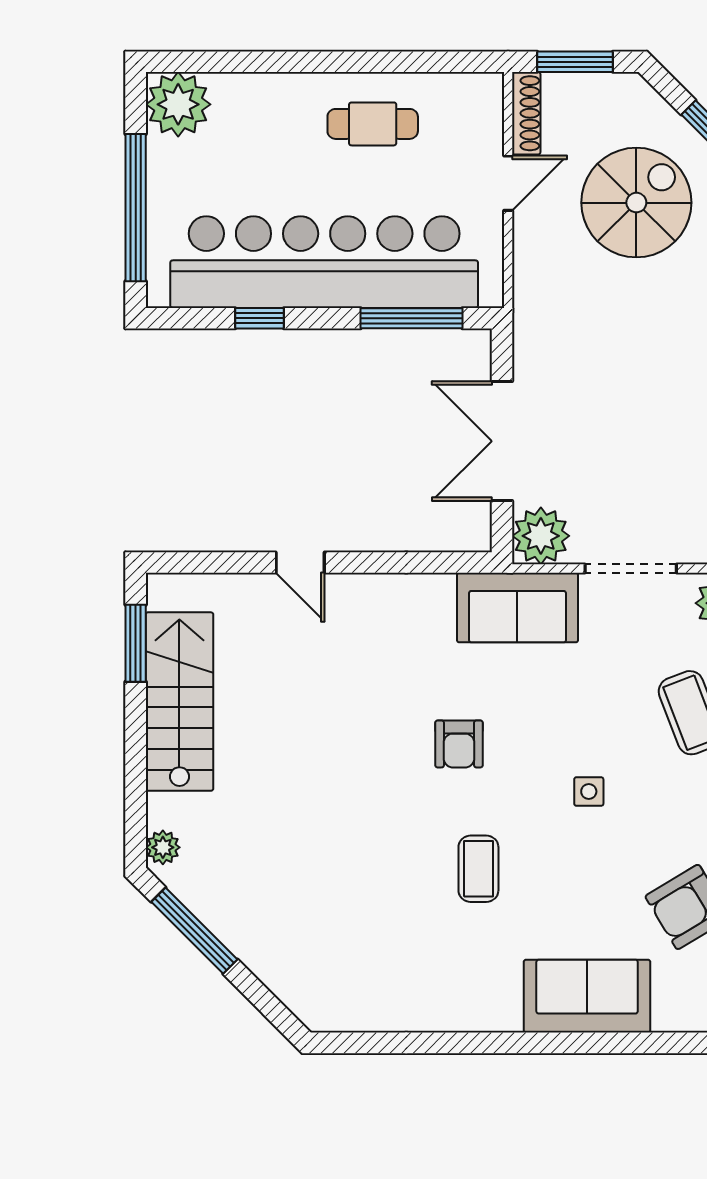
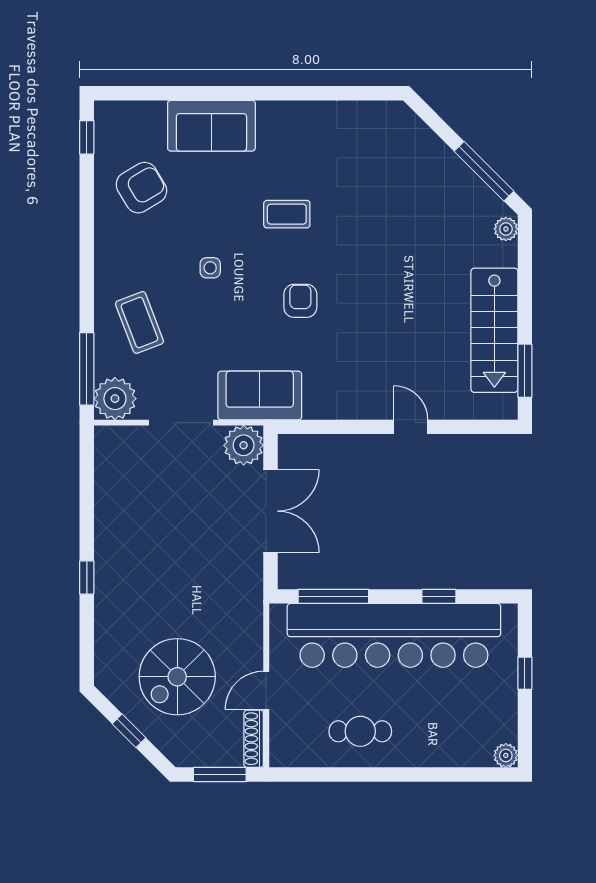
plant: (178, 104) -> (506, 755), width x0.53, depth x0.53
window: (136, 208) -> (525, 673), width x0.32
coffee table: (478, 869) -> (287, 214), turned 90

